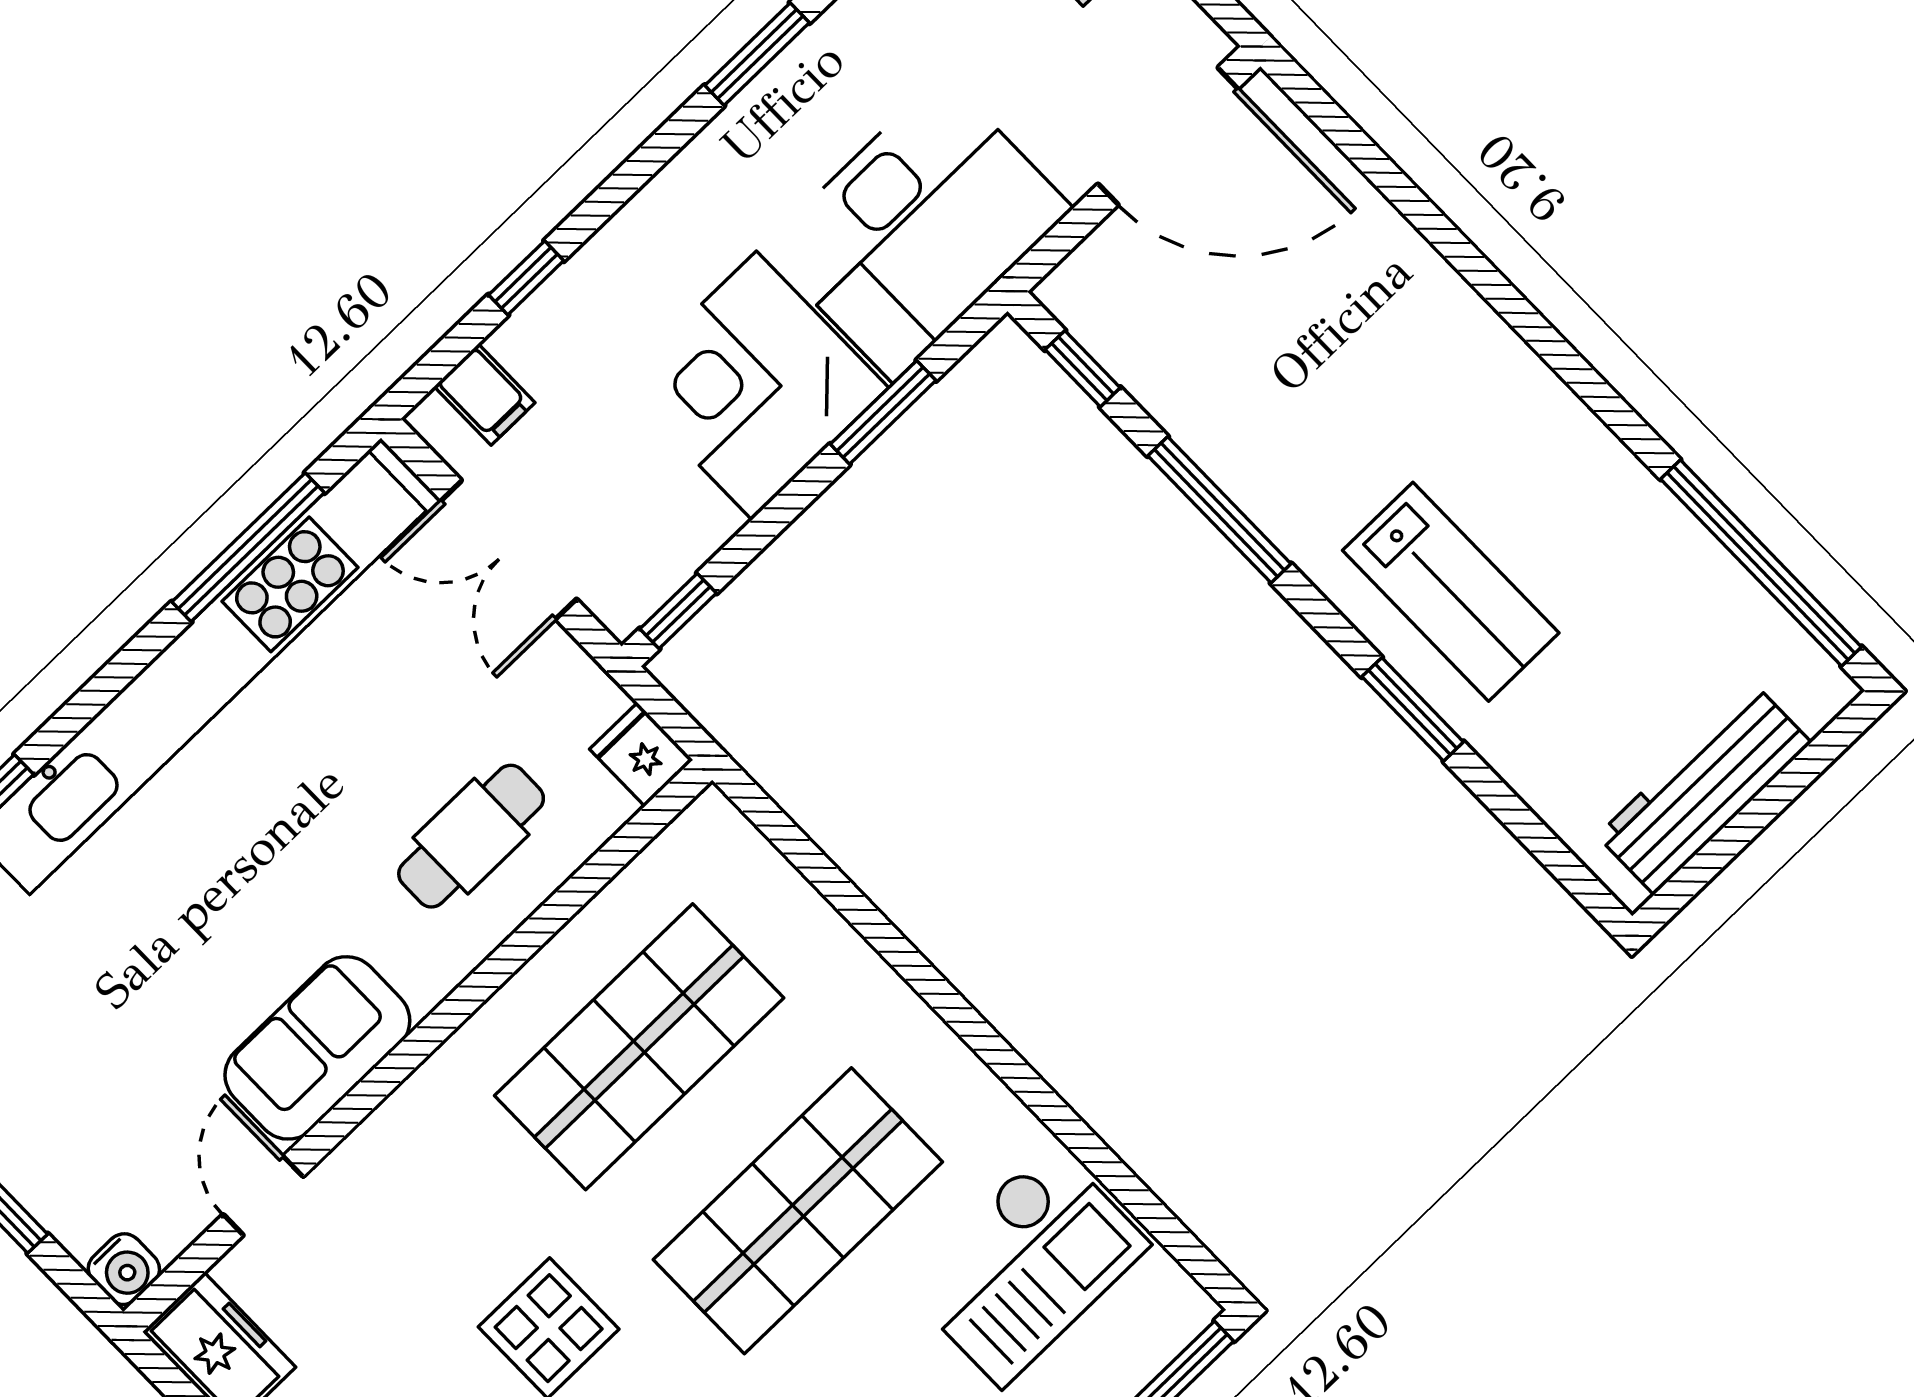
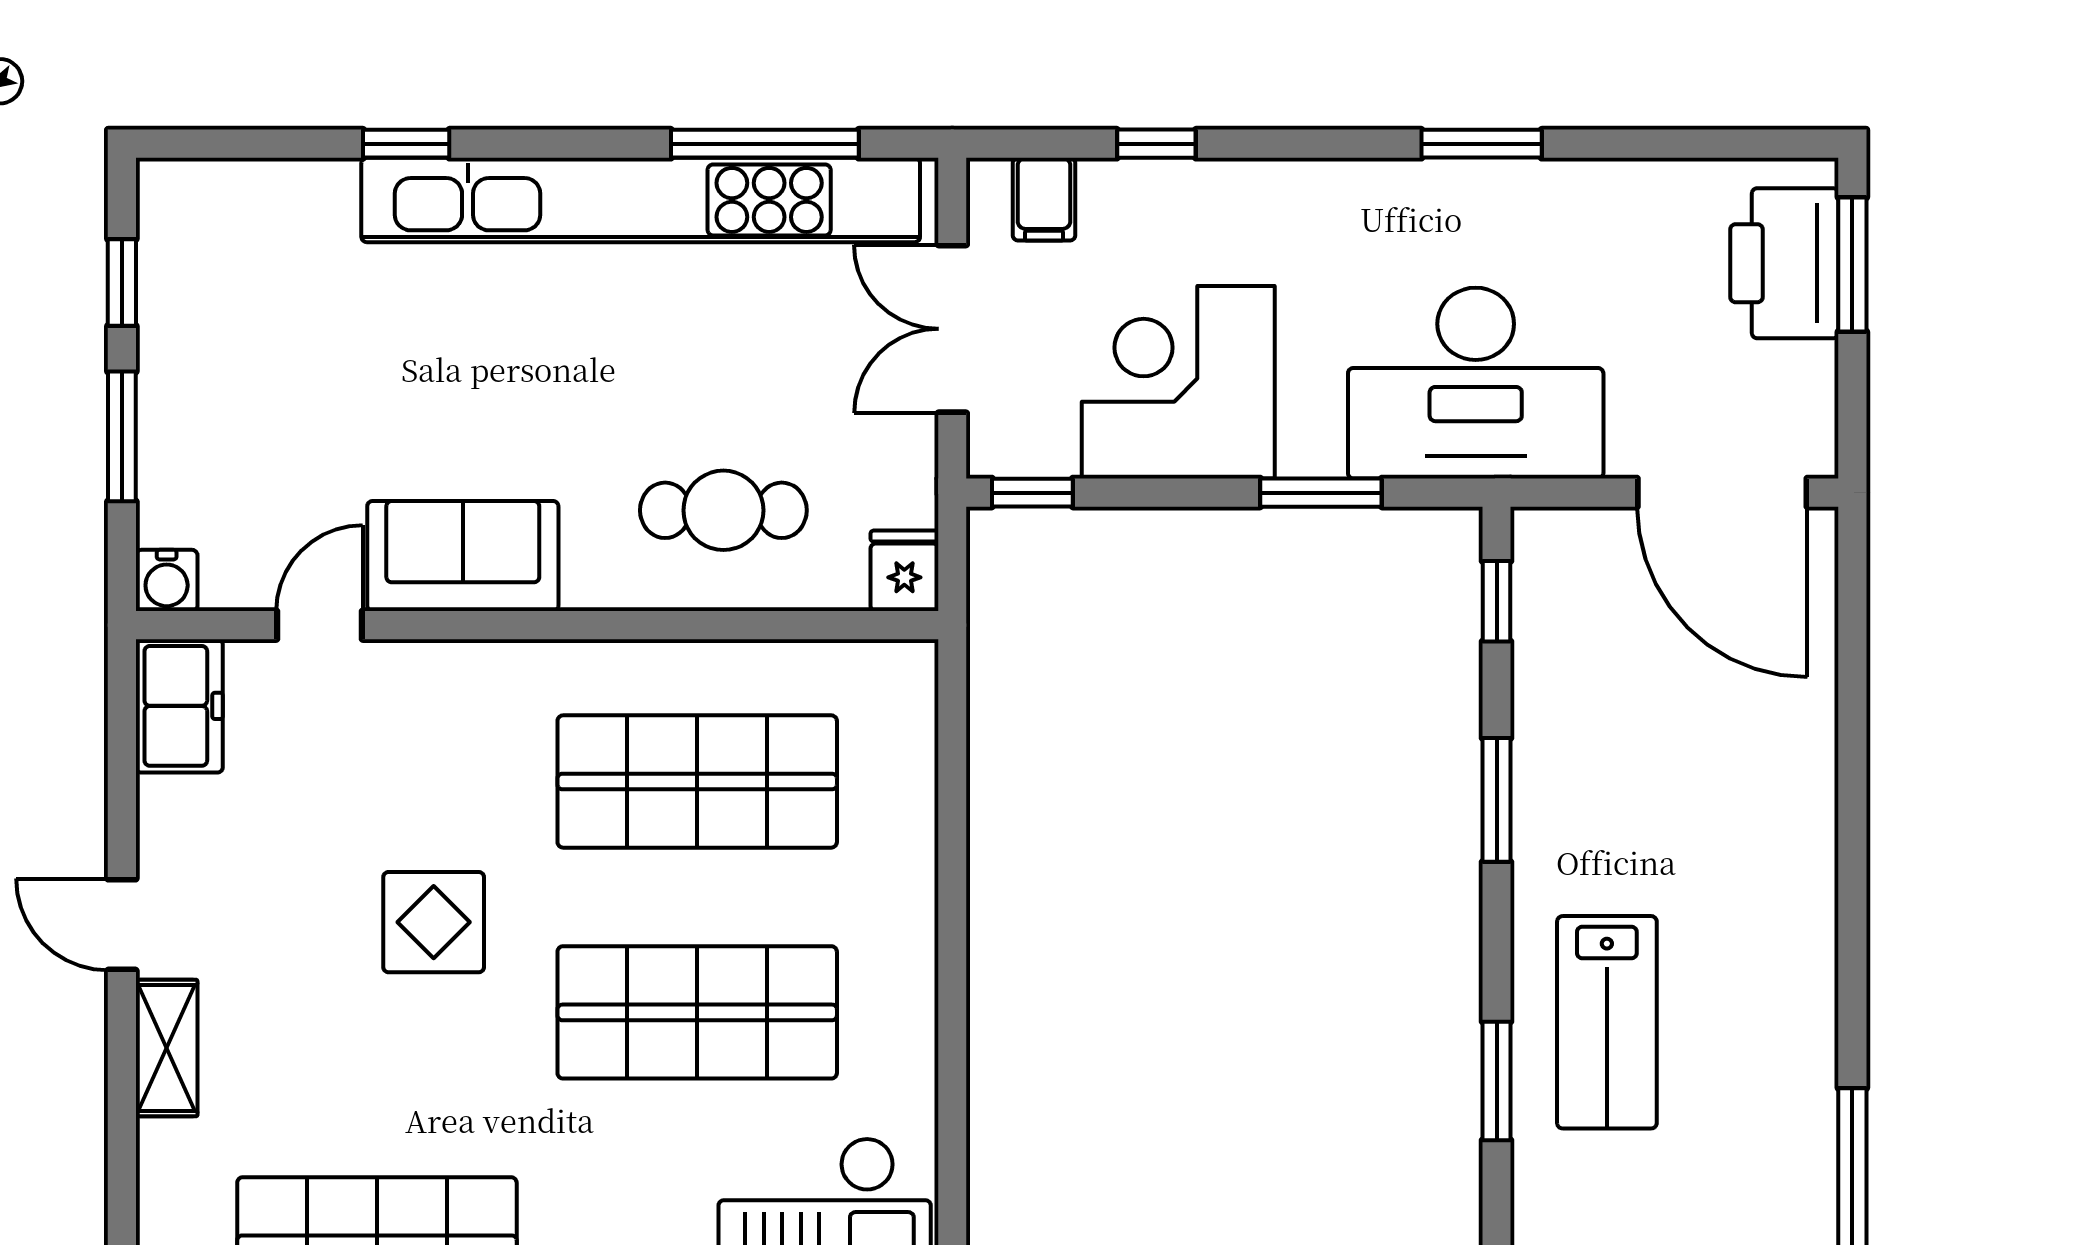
corner desk: (754, 385) -> (1178, 382), moved
window: (1219, 510) -> (1497, 800), width x0.69

